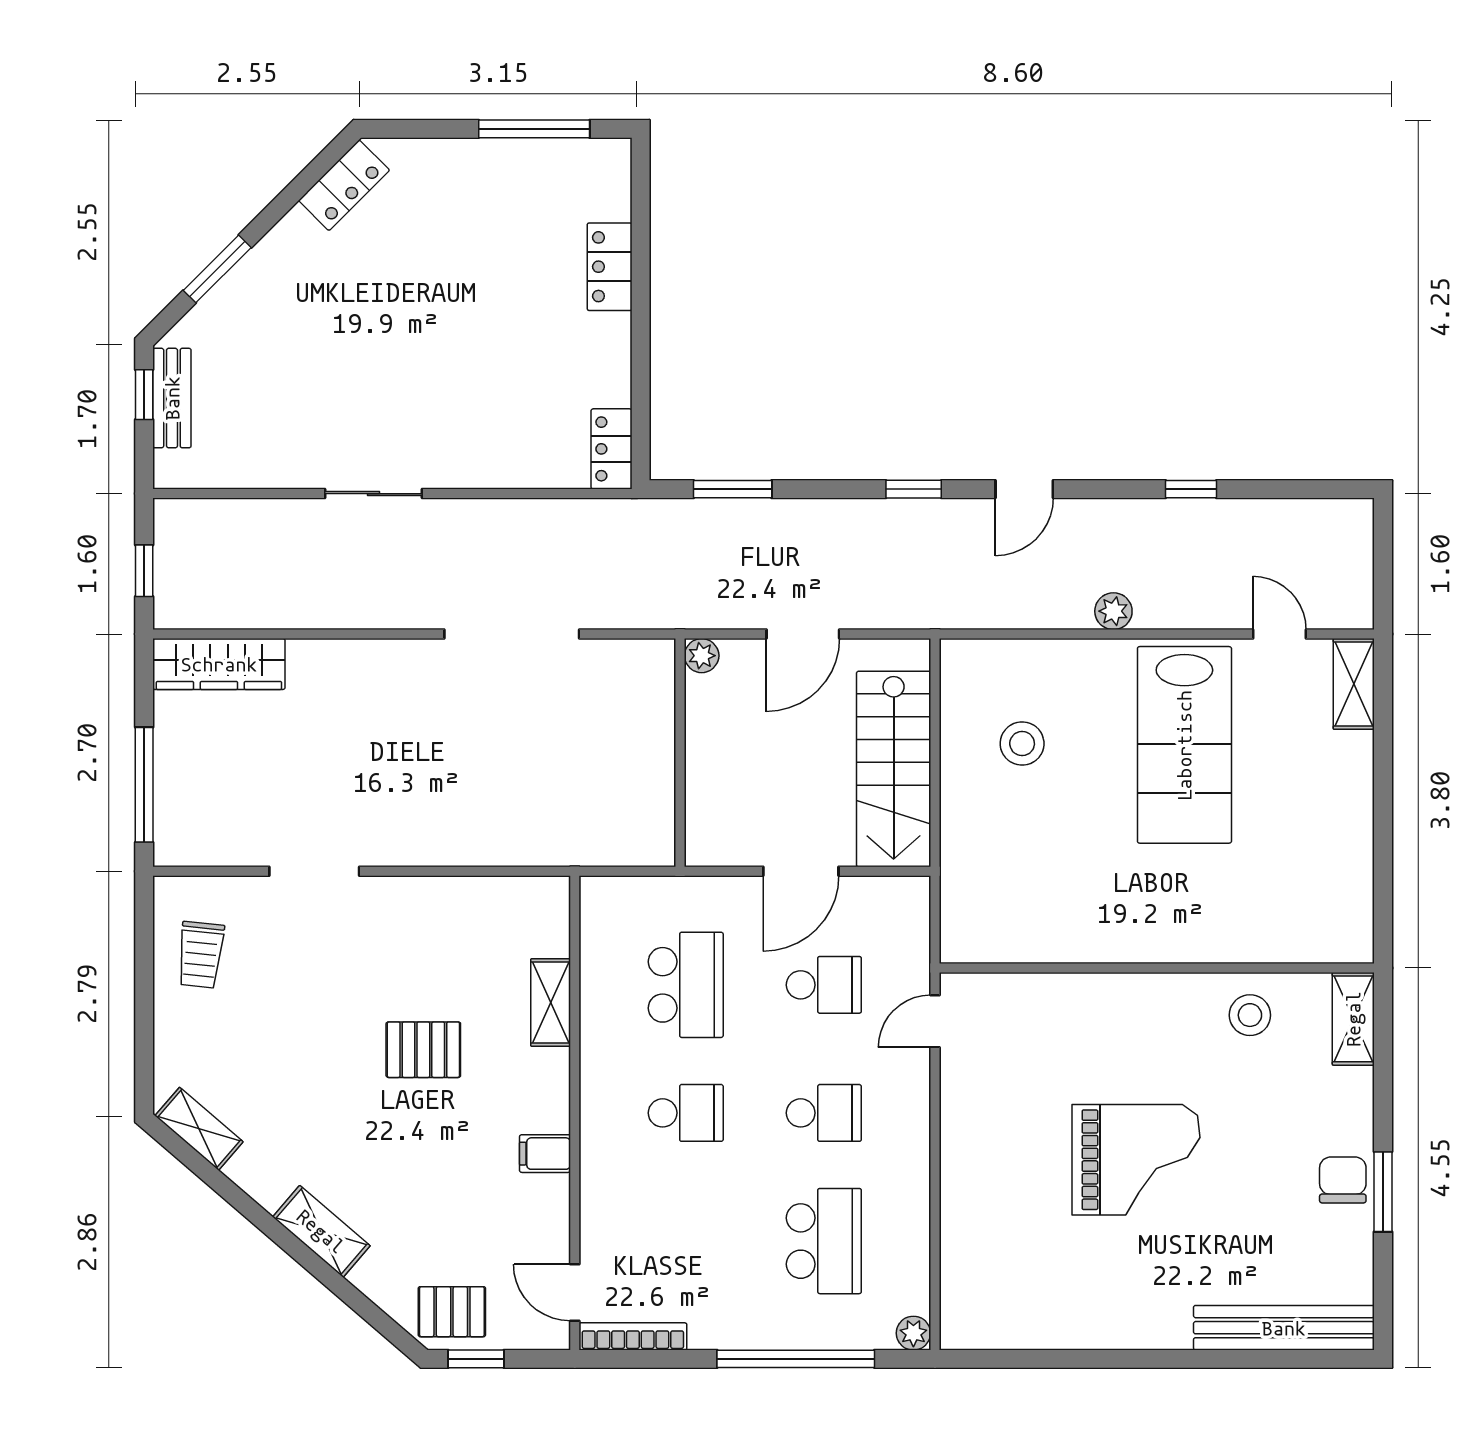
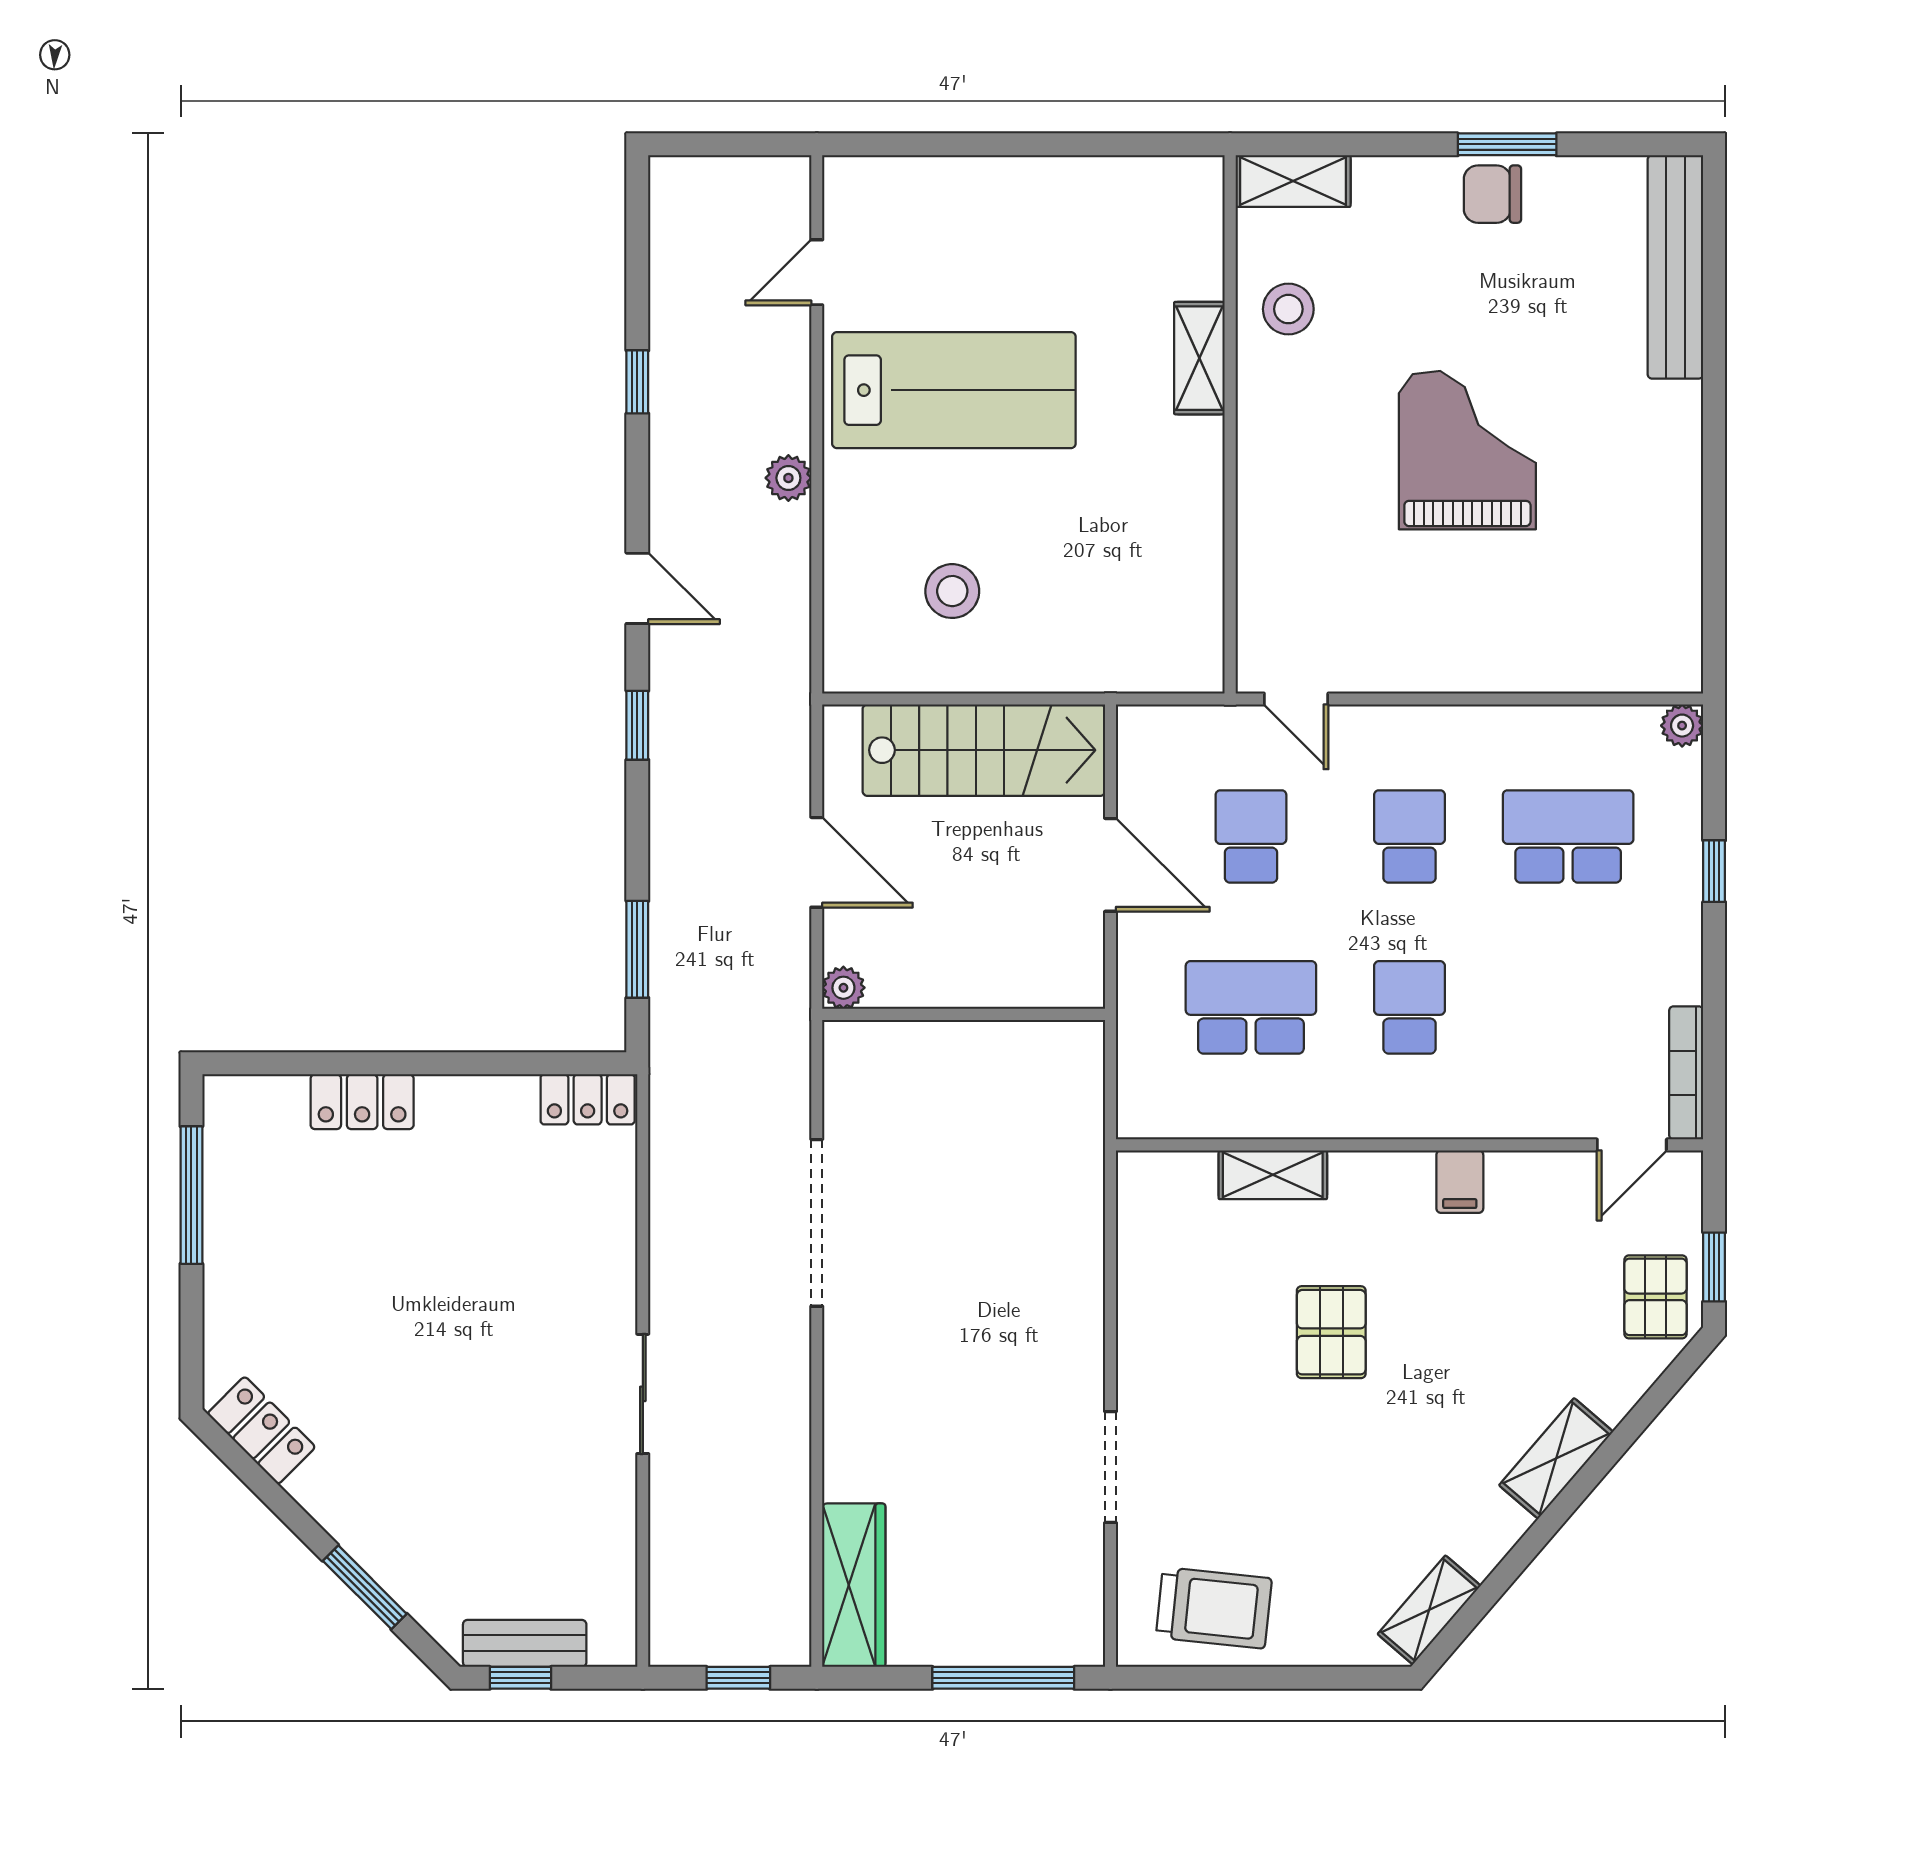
shelving: (1354, 684) -> (1199, 358), moved, turned 90
trolley: (201, 955) -> (1214, 1608), width x1.36, depth x1.39
window: (796, 1359) -> (1714, 871), width x0.32

